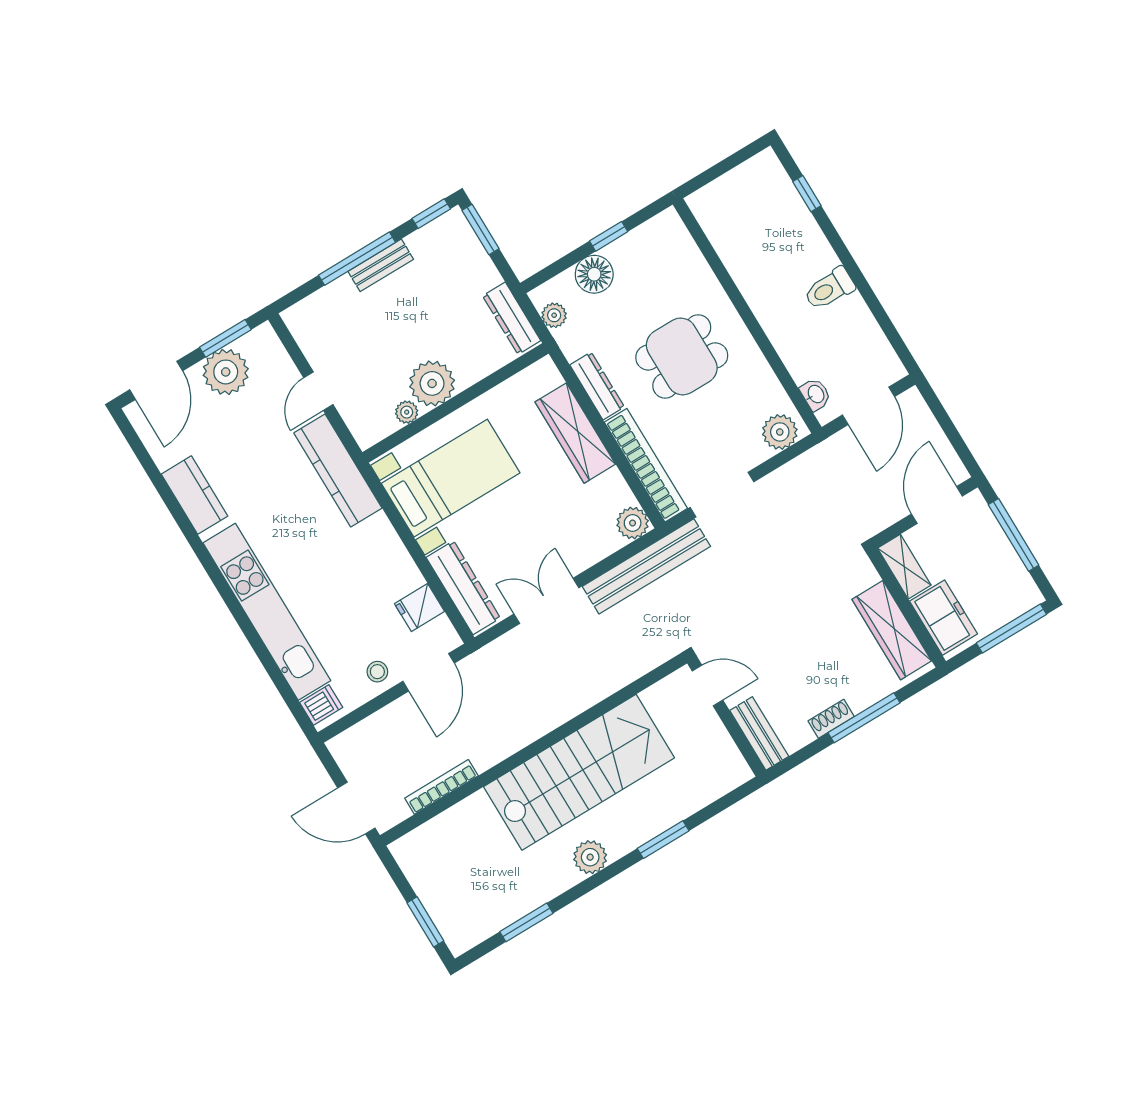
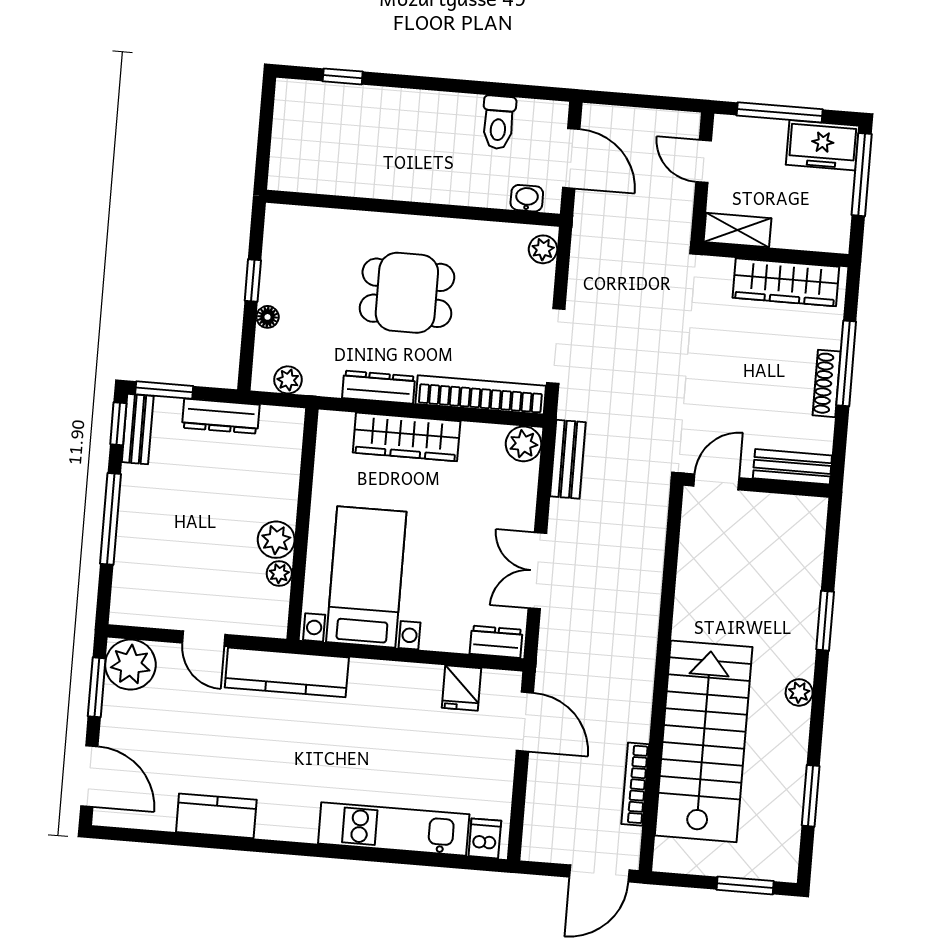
bench: (381, 265) -> (138, 429), moved
floor lamp: (594, 274) -> (268, 317), width x0.53, depth x0.53
toilet: (829, 289) -> (499, 122), moved
dresser: (512, 318) -> (221, 416), moved
dining table: (682, 356) -> (407, 293), turned 90
plant: (226, 372) -> (130, 665), moved
plant: (432, 383) -> (276, 540), width x0.73, depth x0.73
plant: (780, 432) -> (543, 249), width x0.73, depth x0.73
door: (937, 505) -> (704, 161), width x0.73
bench: (646, 566) -> (568, 459), width x0.54, depth x0.82
dresser: (463, 588) -> (496, 642), width x0.51, depth x0.80
kitchen unit: (267, 612) -> (394, 829), width x0.73
freezer: (944, 618) -> (823, 145), moved, turned 180
stool: (377, 672) -> (491, 767), removed
shoe rack: (831, 719) -> (827, 383), width x1.43
stairs: (579, 772) -> (704, 741), moved
plant: (590, 857) -> (799, 692), width x0.73, depth x0.73

